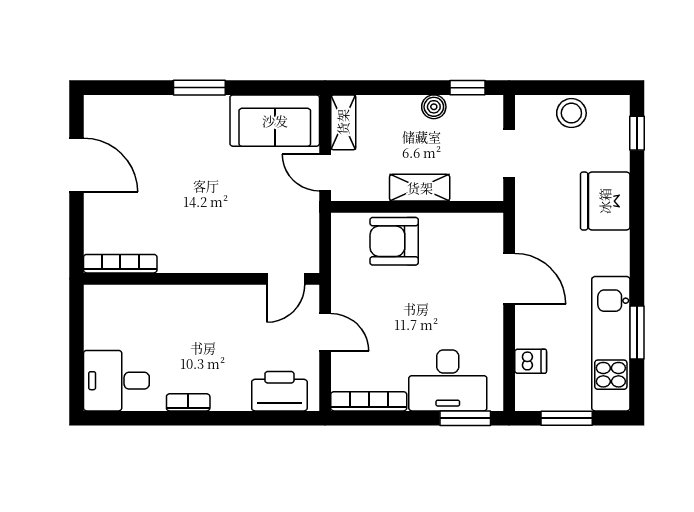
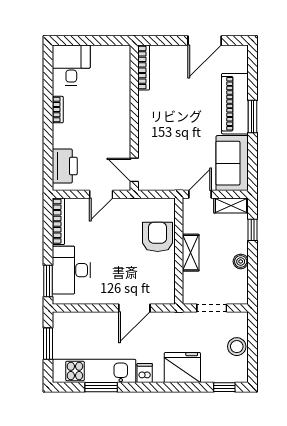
window: (468, 88) -> (253, 230), moved
piano: (179, 116) -> (235, 104), added
dishwasher: (531, 361) -> (145, 373), moved, turned 180

